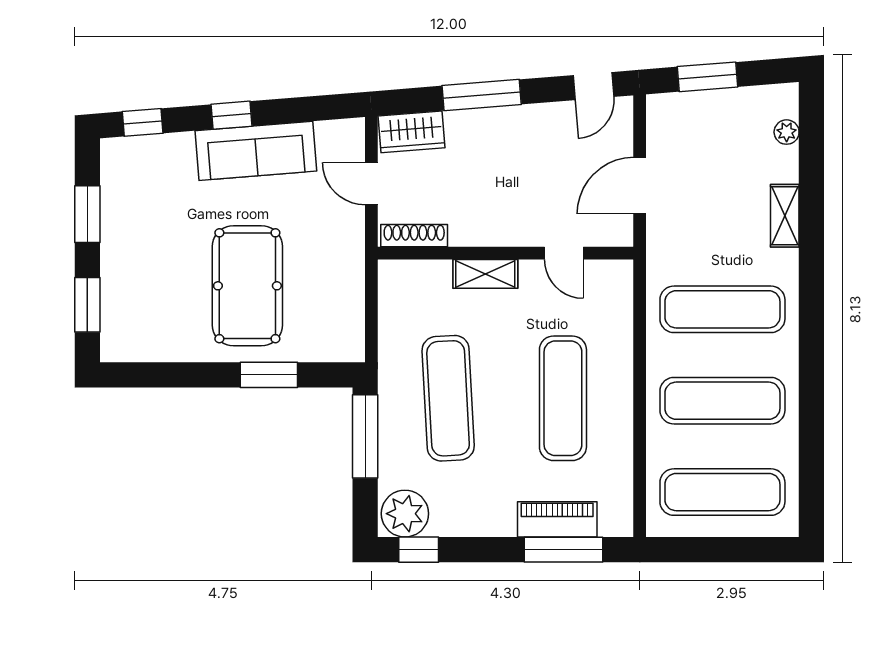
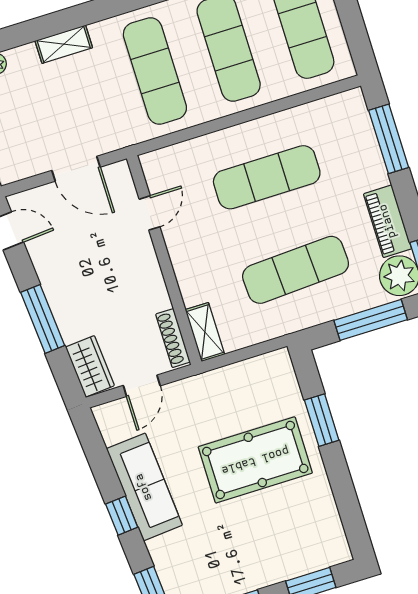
shelving: (485, 274) -> (205, 332), moved
window: (365, 436) -> (371, 320), moved
piano: (557, 519) -> (388, 221), moved

